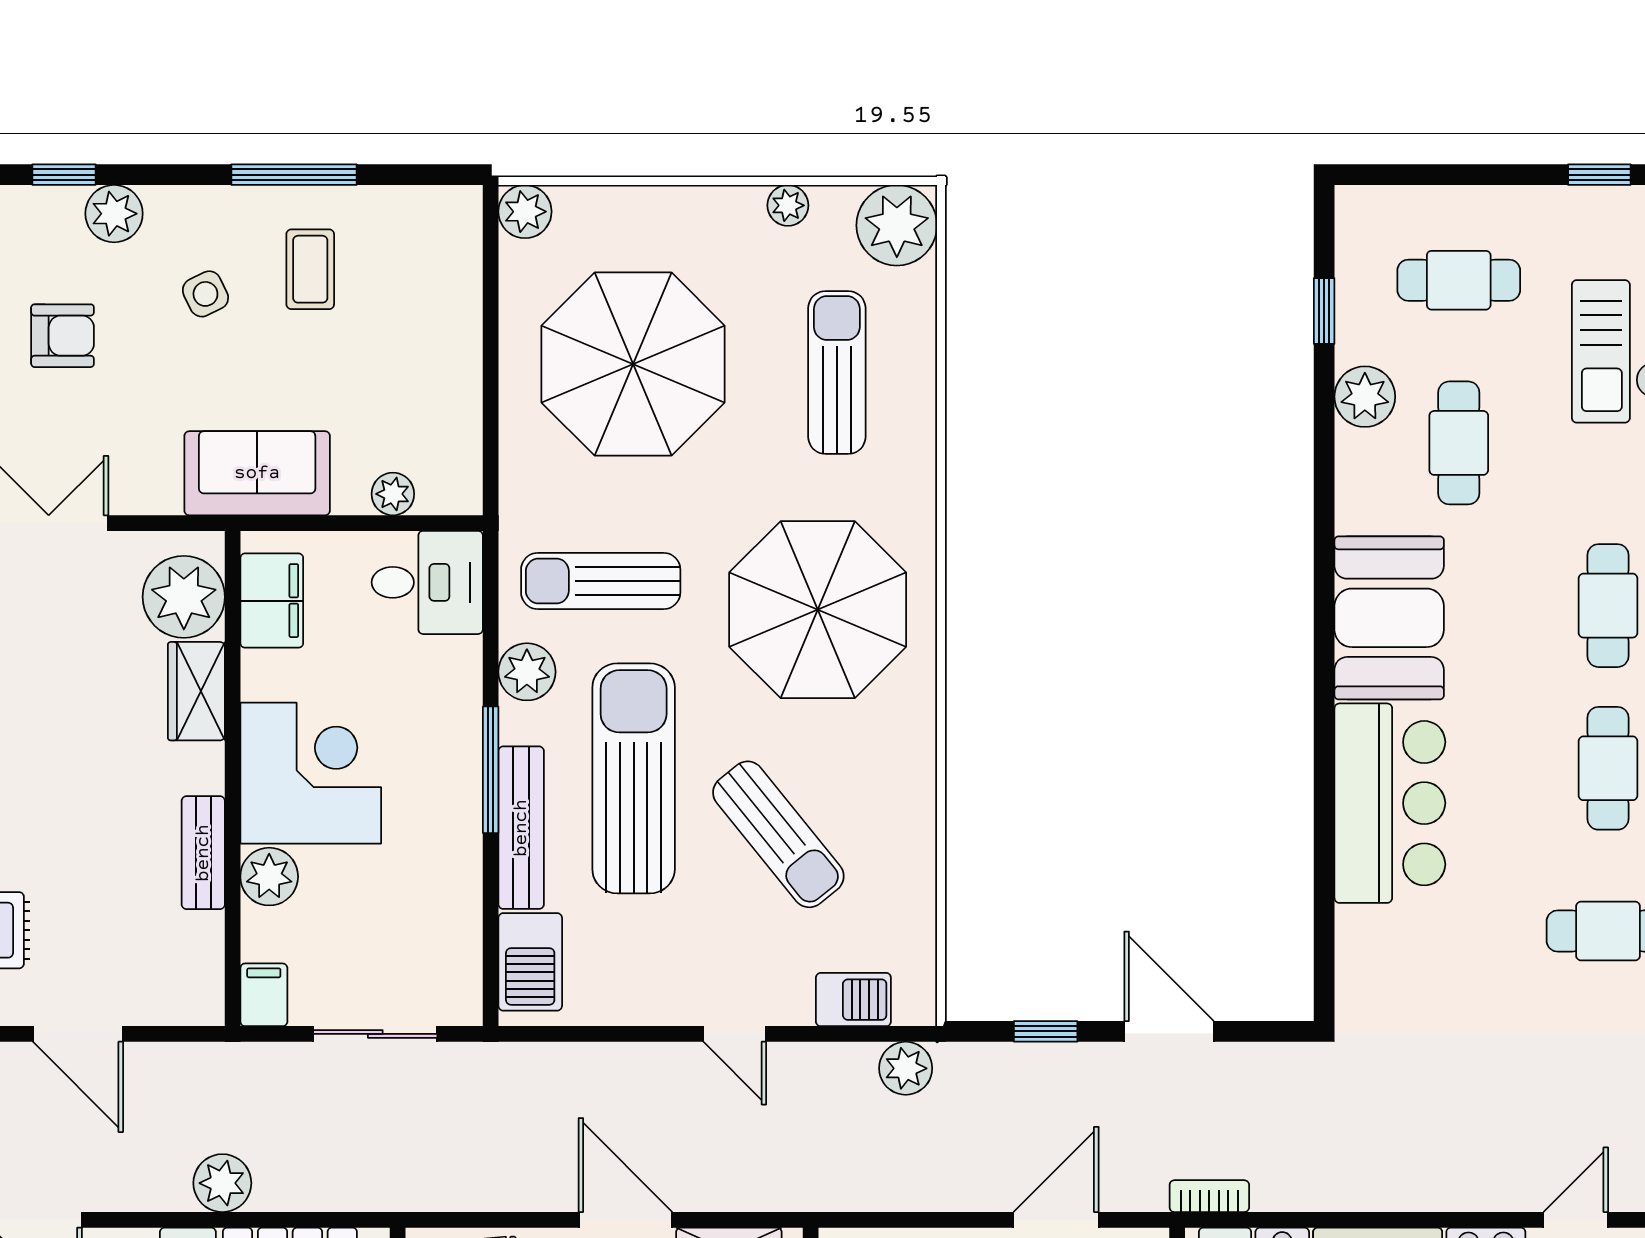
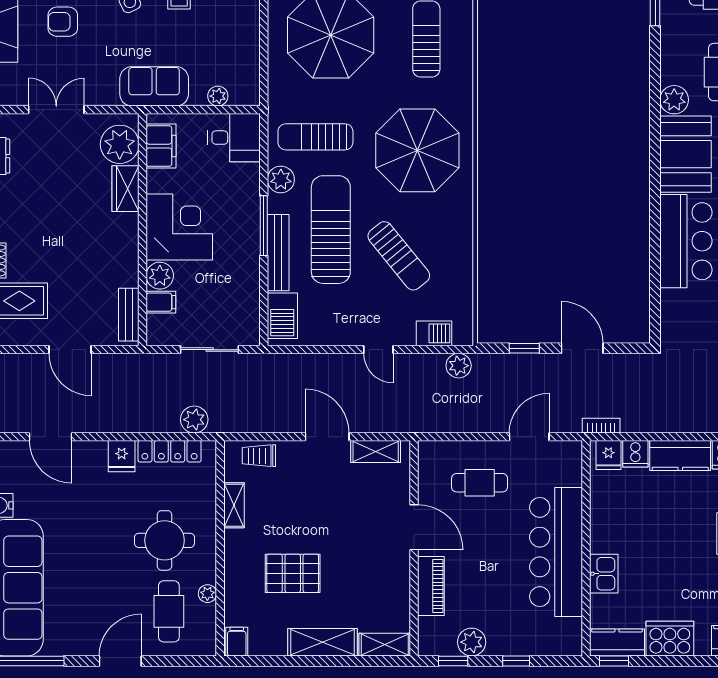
armchair: (63, 336) -> (63, 22), turned 180
plant: (1365, 397) -> (674, 100), moved
bench: (203, 853) -> (129, 315), moved
filing cabinet: (264, 995) -> (161, 302), moved, turned 90
plant: (222, 1183) -> (194, 420), moved

